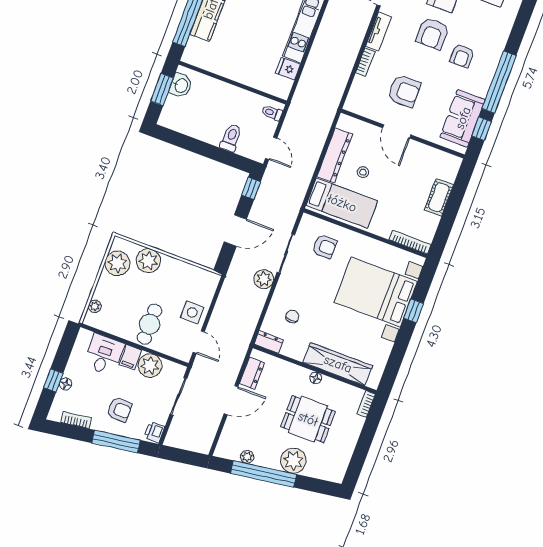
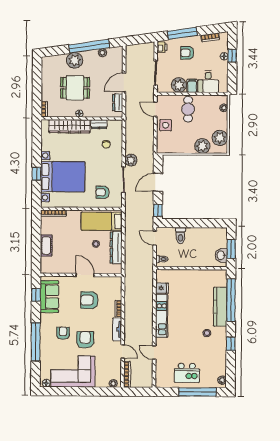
window: (499, 82) -> (36, 342), moved
dresser: (269, 342) -> (99, 124), moved

